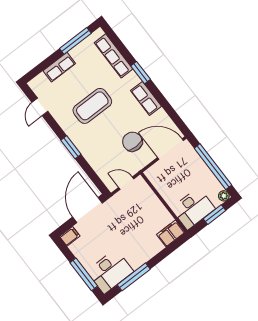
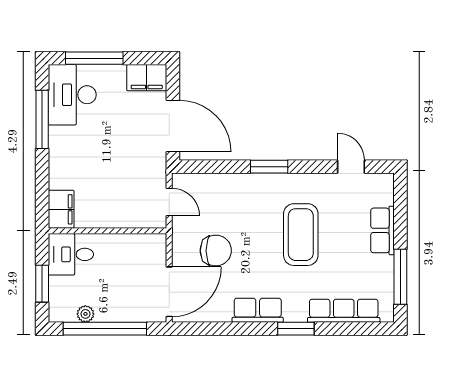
door: (126, 183) -> (169, 202), hinge flipped
plant: (224, 196) -> (85, 314), moved
desk: (193, 209) -> (71, 254), width x0.73
filing cabinet: (70, 236) -> (147, 78), width x2.00

